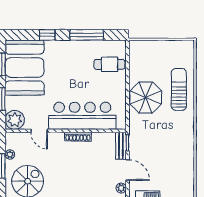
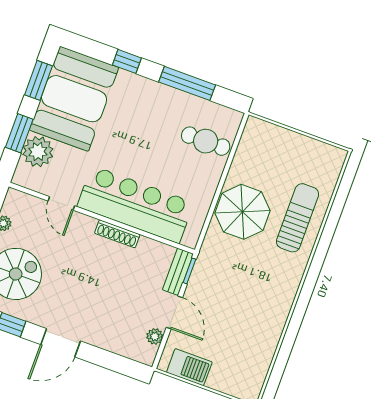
plant: (15, 120) -> (38, 152), moved

